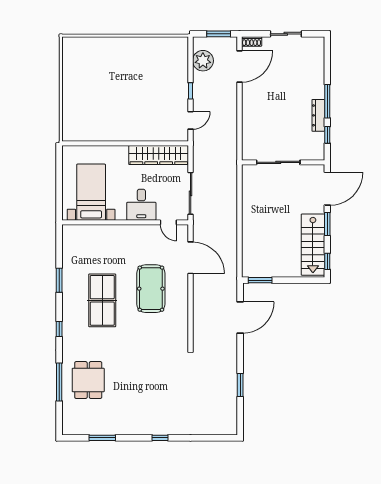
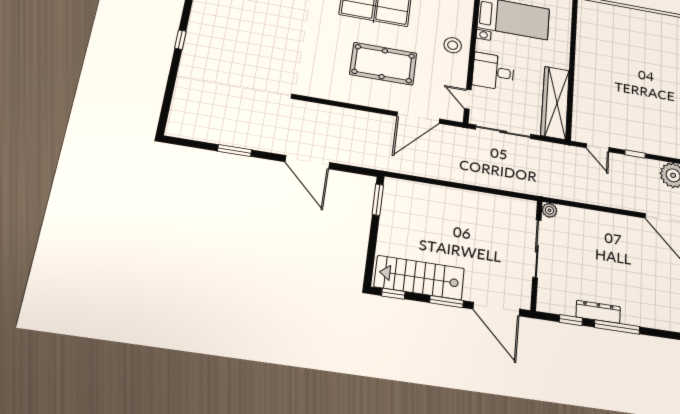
plant: (247, 155) -> (550, 210), added
door: (168, 222) -> (468, 99), hinge flipped
stool: (125, 238) -> (453, 45), added
door: (240, 317) -> (307, 162), moved

